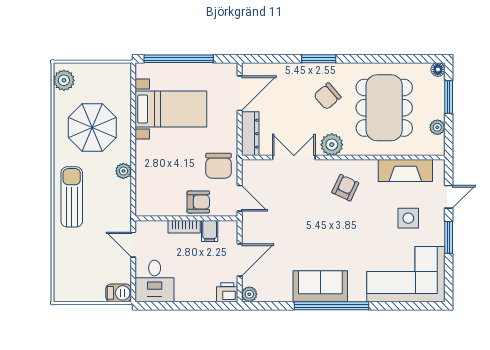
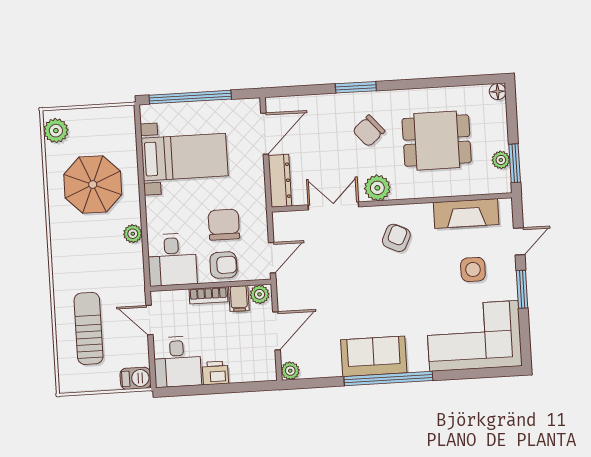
window: (449, 97) -> (515, 163), moved
dining table: (384, 108) -> (437, 141), width x0.73
chair: (219, 166) -> (224, 225), moved, turned 180
desk: (155, 195) -> (172, 260), added
sun lounger: (72, 197) -> (89, 328), moved
door: (240, 198) -> (272, 258), hinge flipped
plant: (227, 228) -> (260, 294), added
printer: (227, 292) -> (215, 373), moved

